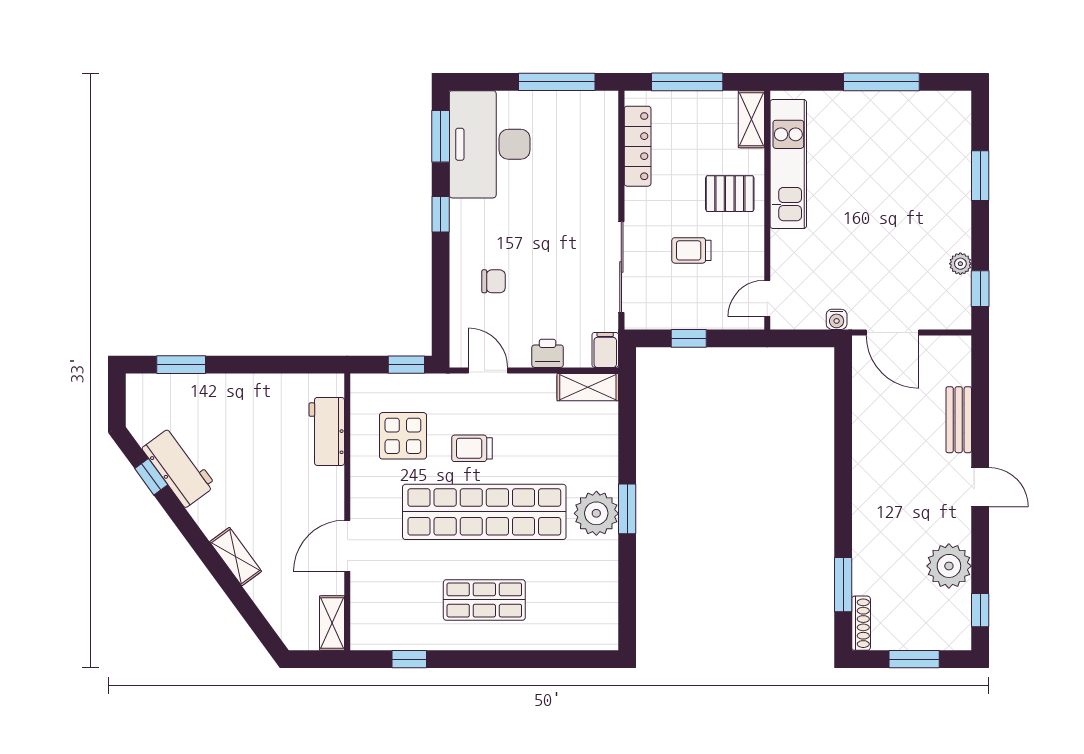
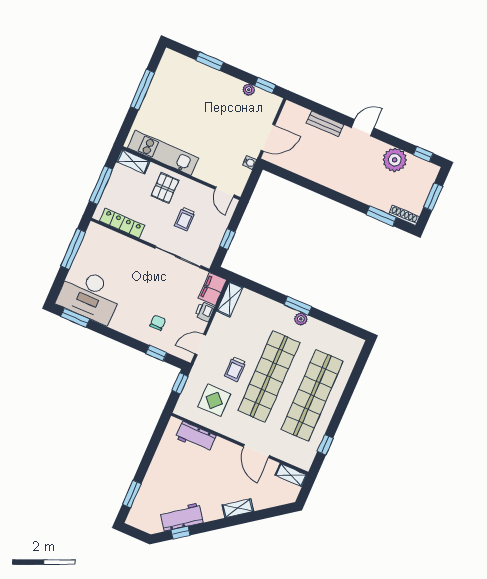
window: (441, 214) -> (156, 353), moved
filing cabinet: (605, 350) -> (212, 289), width x2.00
plant: (596, 513) -> (301, 319), width x0.53, depth x0.53
shop shelf: (484, 600) -> (312, 395), width x2.00, depth x1.36

